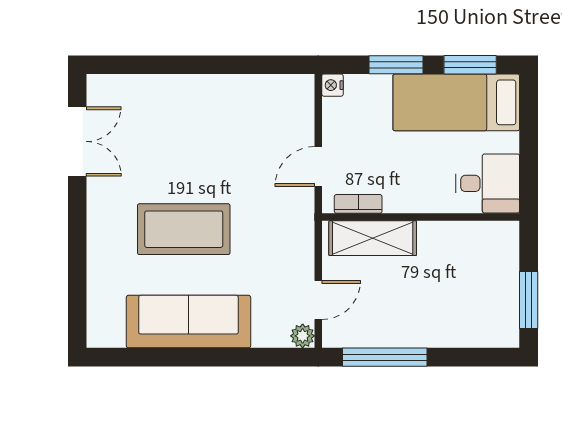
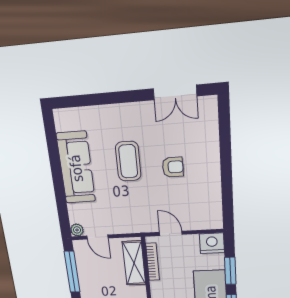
nightstand: (332, 85) -> (212, 243), width x1.89, depth x1.79
armchair: (199, 154) -> (173, 167), added
bookcase: (358, 204) -> (153, 262), width x1.56
coffee table: (184, 229) -> (128, 161), width x0.73, depth x0.76

